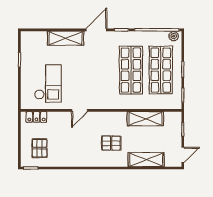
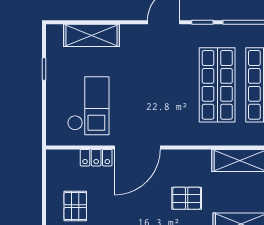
shelving: (66, 38) -> (91, 35), moved
door: (79, 110) -> (137, 147), width x1.87
locker: (36, 117) -> (96, 158), moved

